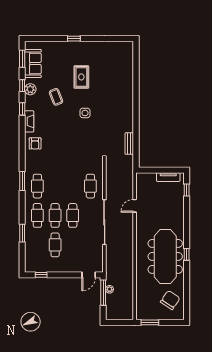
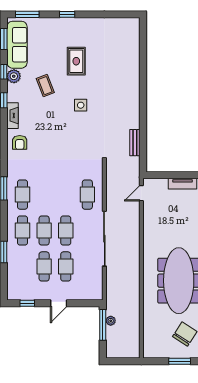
window: (41, 39) -> (27, 14), added
sofa: (33, 63) -> (17, 45), width x1.36
door: (135, 206) -> (141, 193), moved
cafe table: (73, 245) -> (66, 266), added
door: (89, 275) -> (59, 303), moved
window: (150, 322) -> (180, 361), moved

